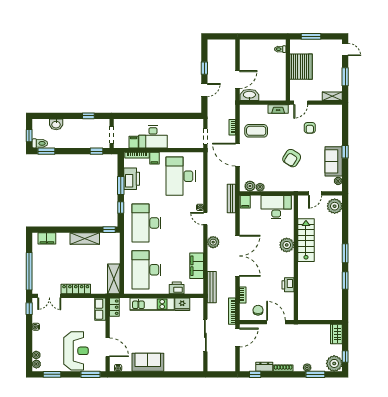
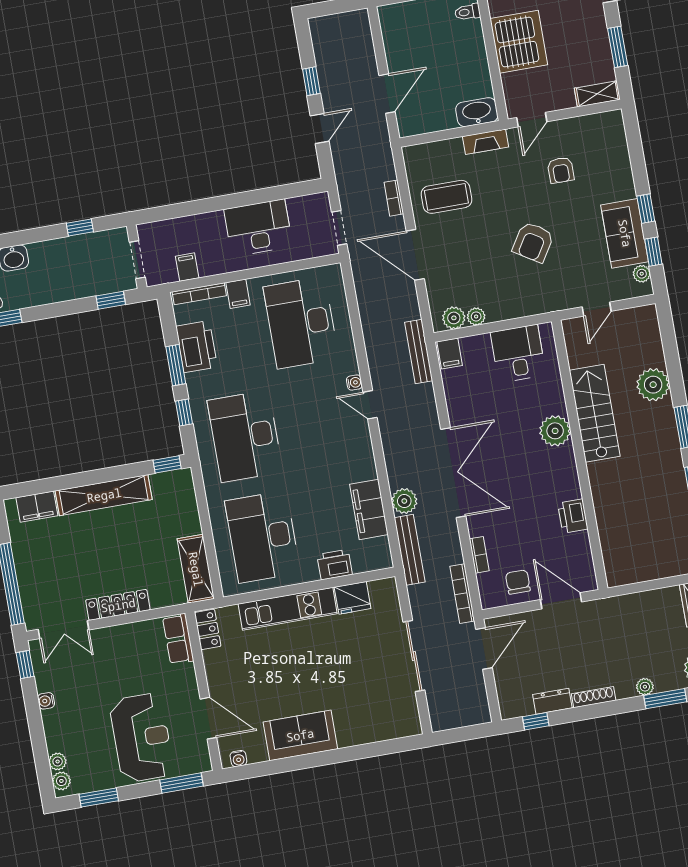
washbasin: (249, 95) -> (477, 112), moved
desk: (153, 137) -> (258, 228), moved, turned 180
window: (345, 172) -> (653, 252), added
plant: (335, 206) -> (653, 385), moved
desk: (276, 207) -> (518, 353), width x0.73
shelving: (85, 238) -> (104, 495), width x1.47
plant: (213, 242) -> (404, 501), moved

